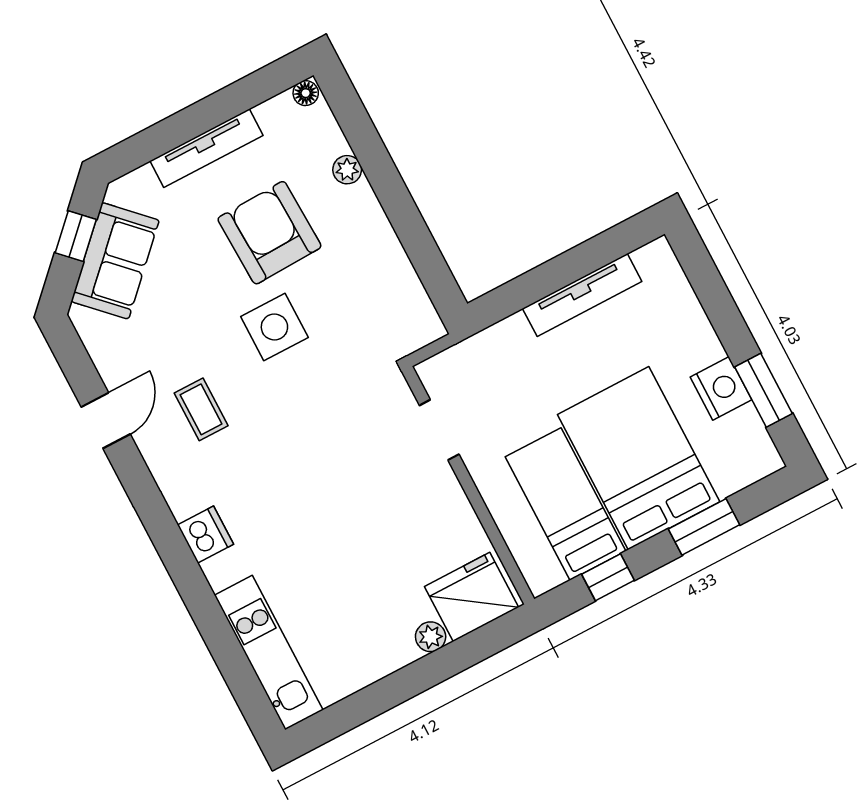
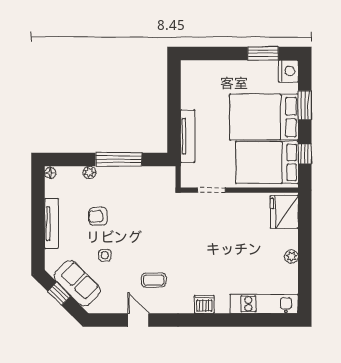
window: (403, 214) -> (119, 159), added
armchair: (269, 233) -> (98, 216), width x0.53, depth x0.53
tv unit: (582, 295) -> (188, 136), moved
side table: (274, 327) -> (105, 255), moved, width x0.54, depth x0.54
nightstand: (721, 388) -> (288, 71), moved, turned 90
bed: (565, 504) -> (267, 162), width x1.50
plant: (431, 637) -> (291, 257), moved

